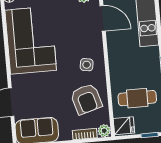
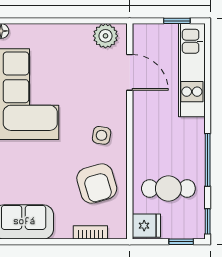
plant: (104, 131) -> (118, 230), removed

